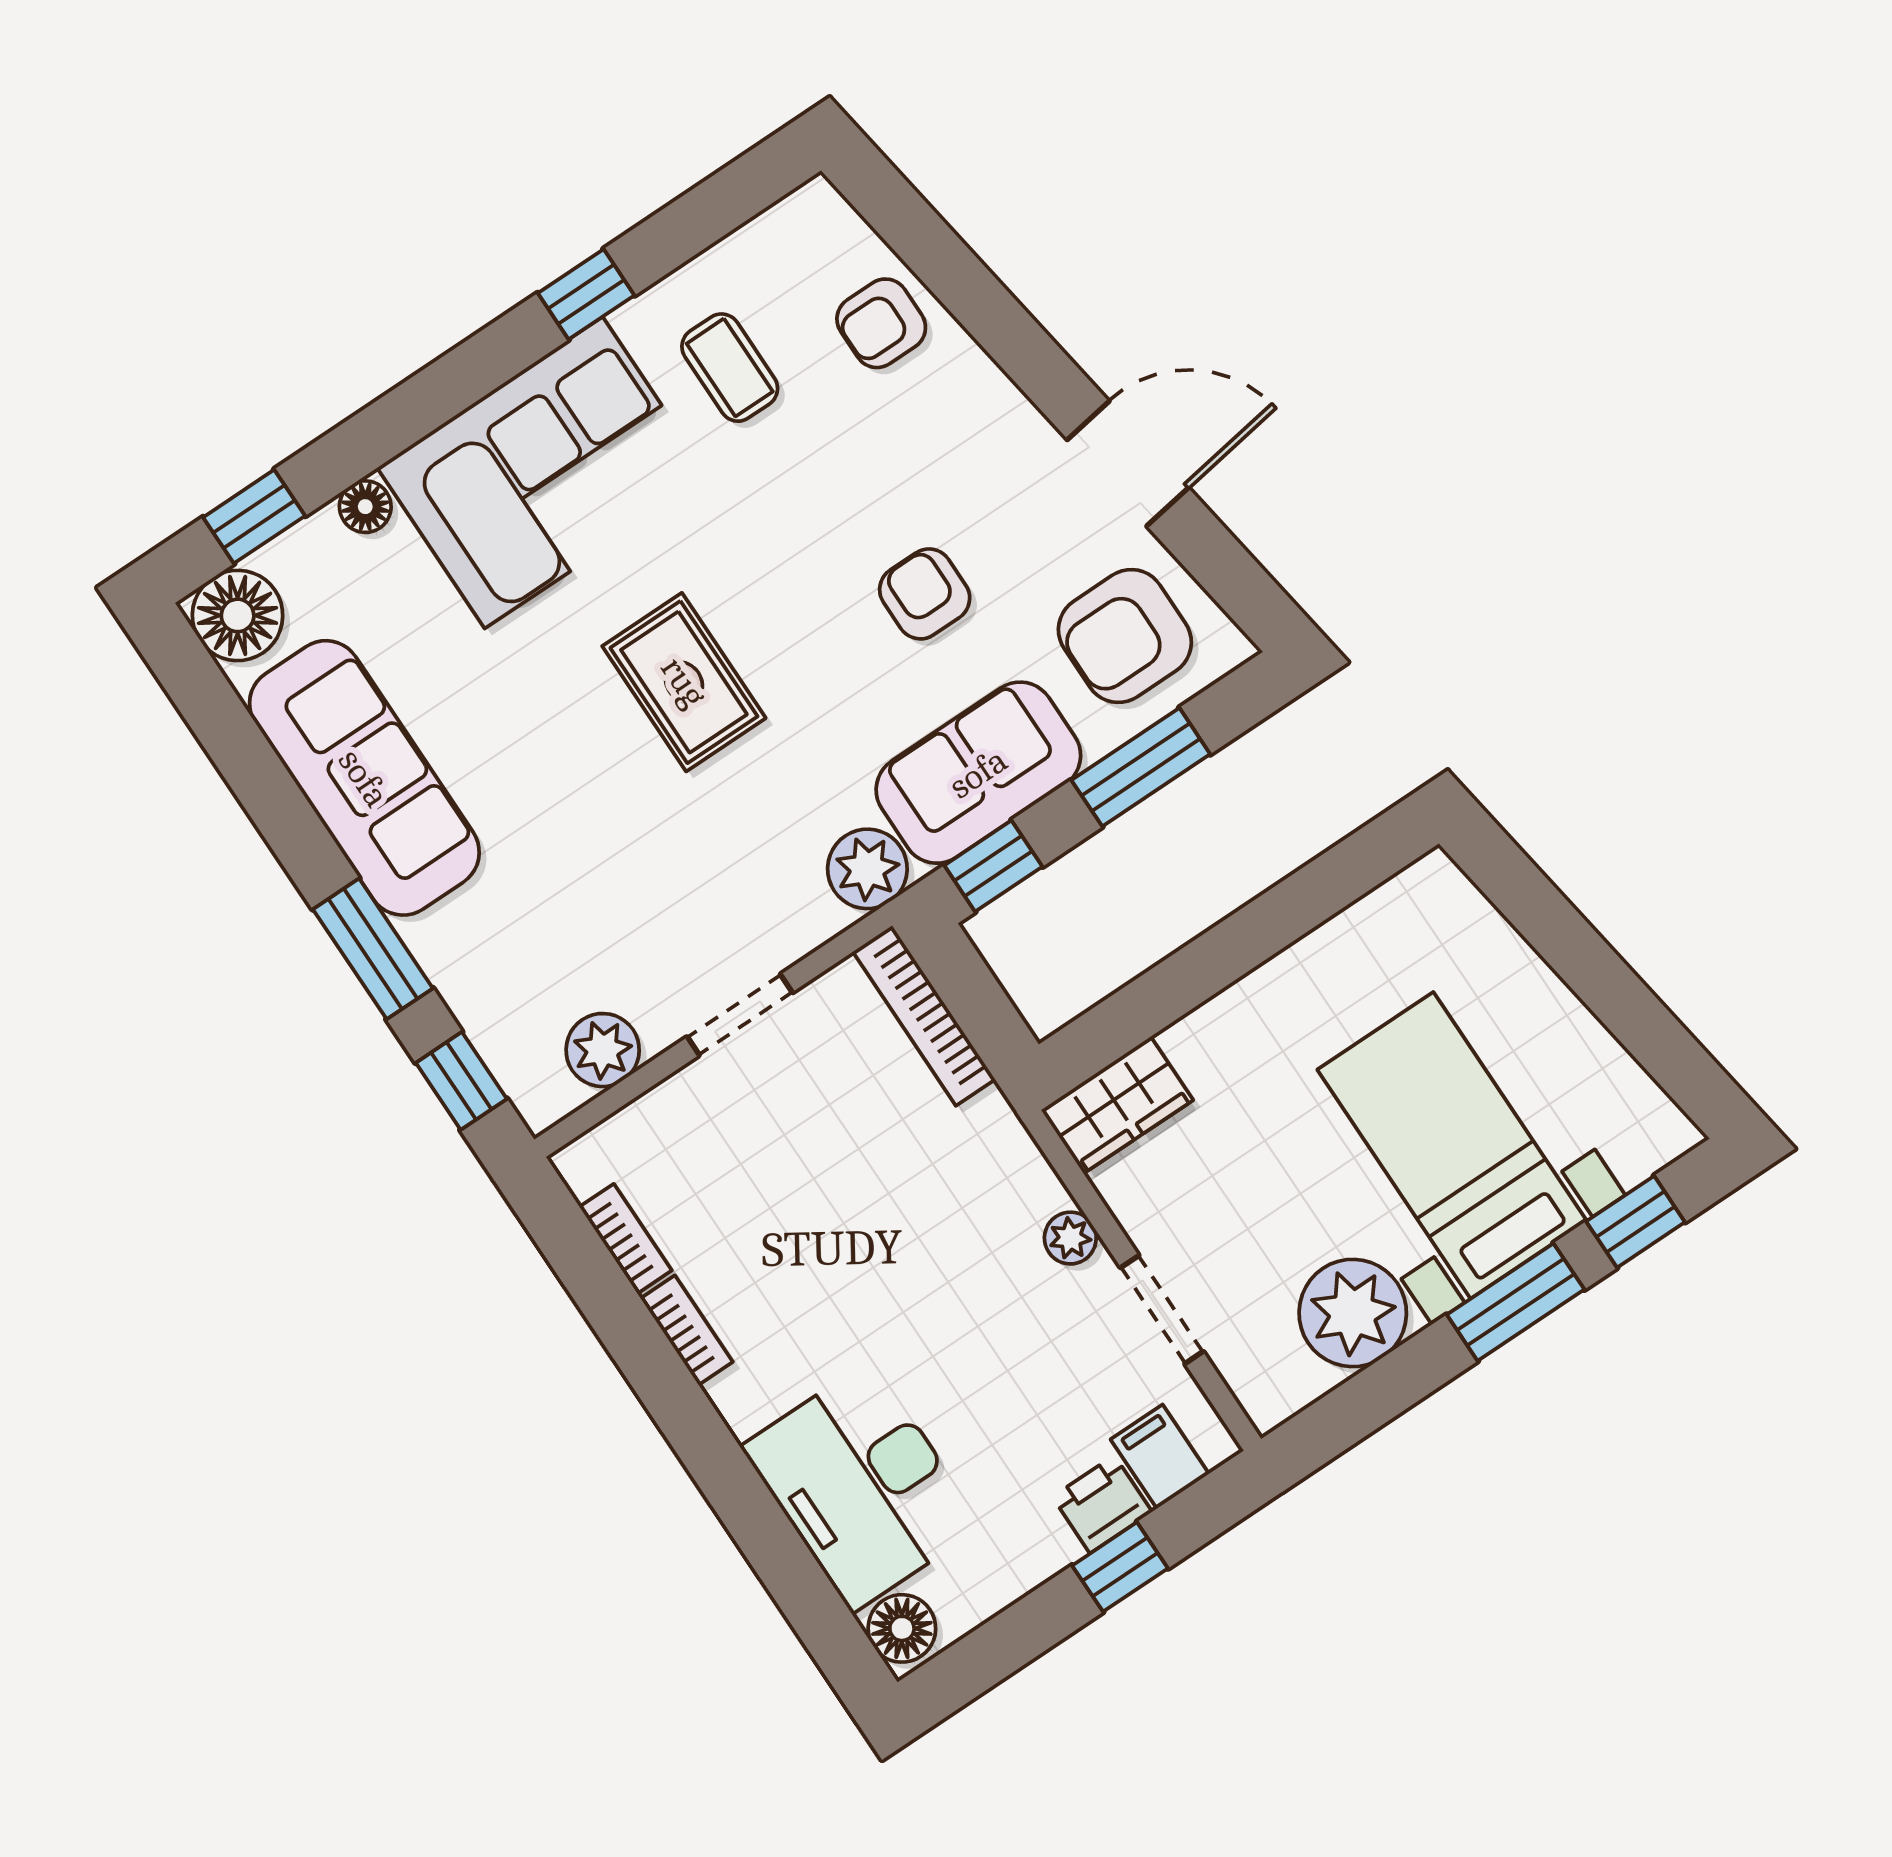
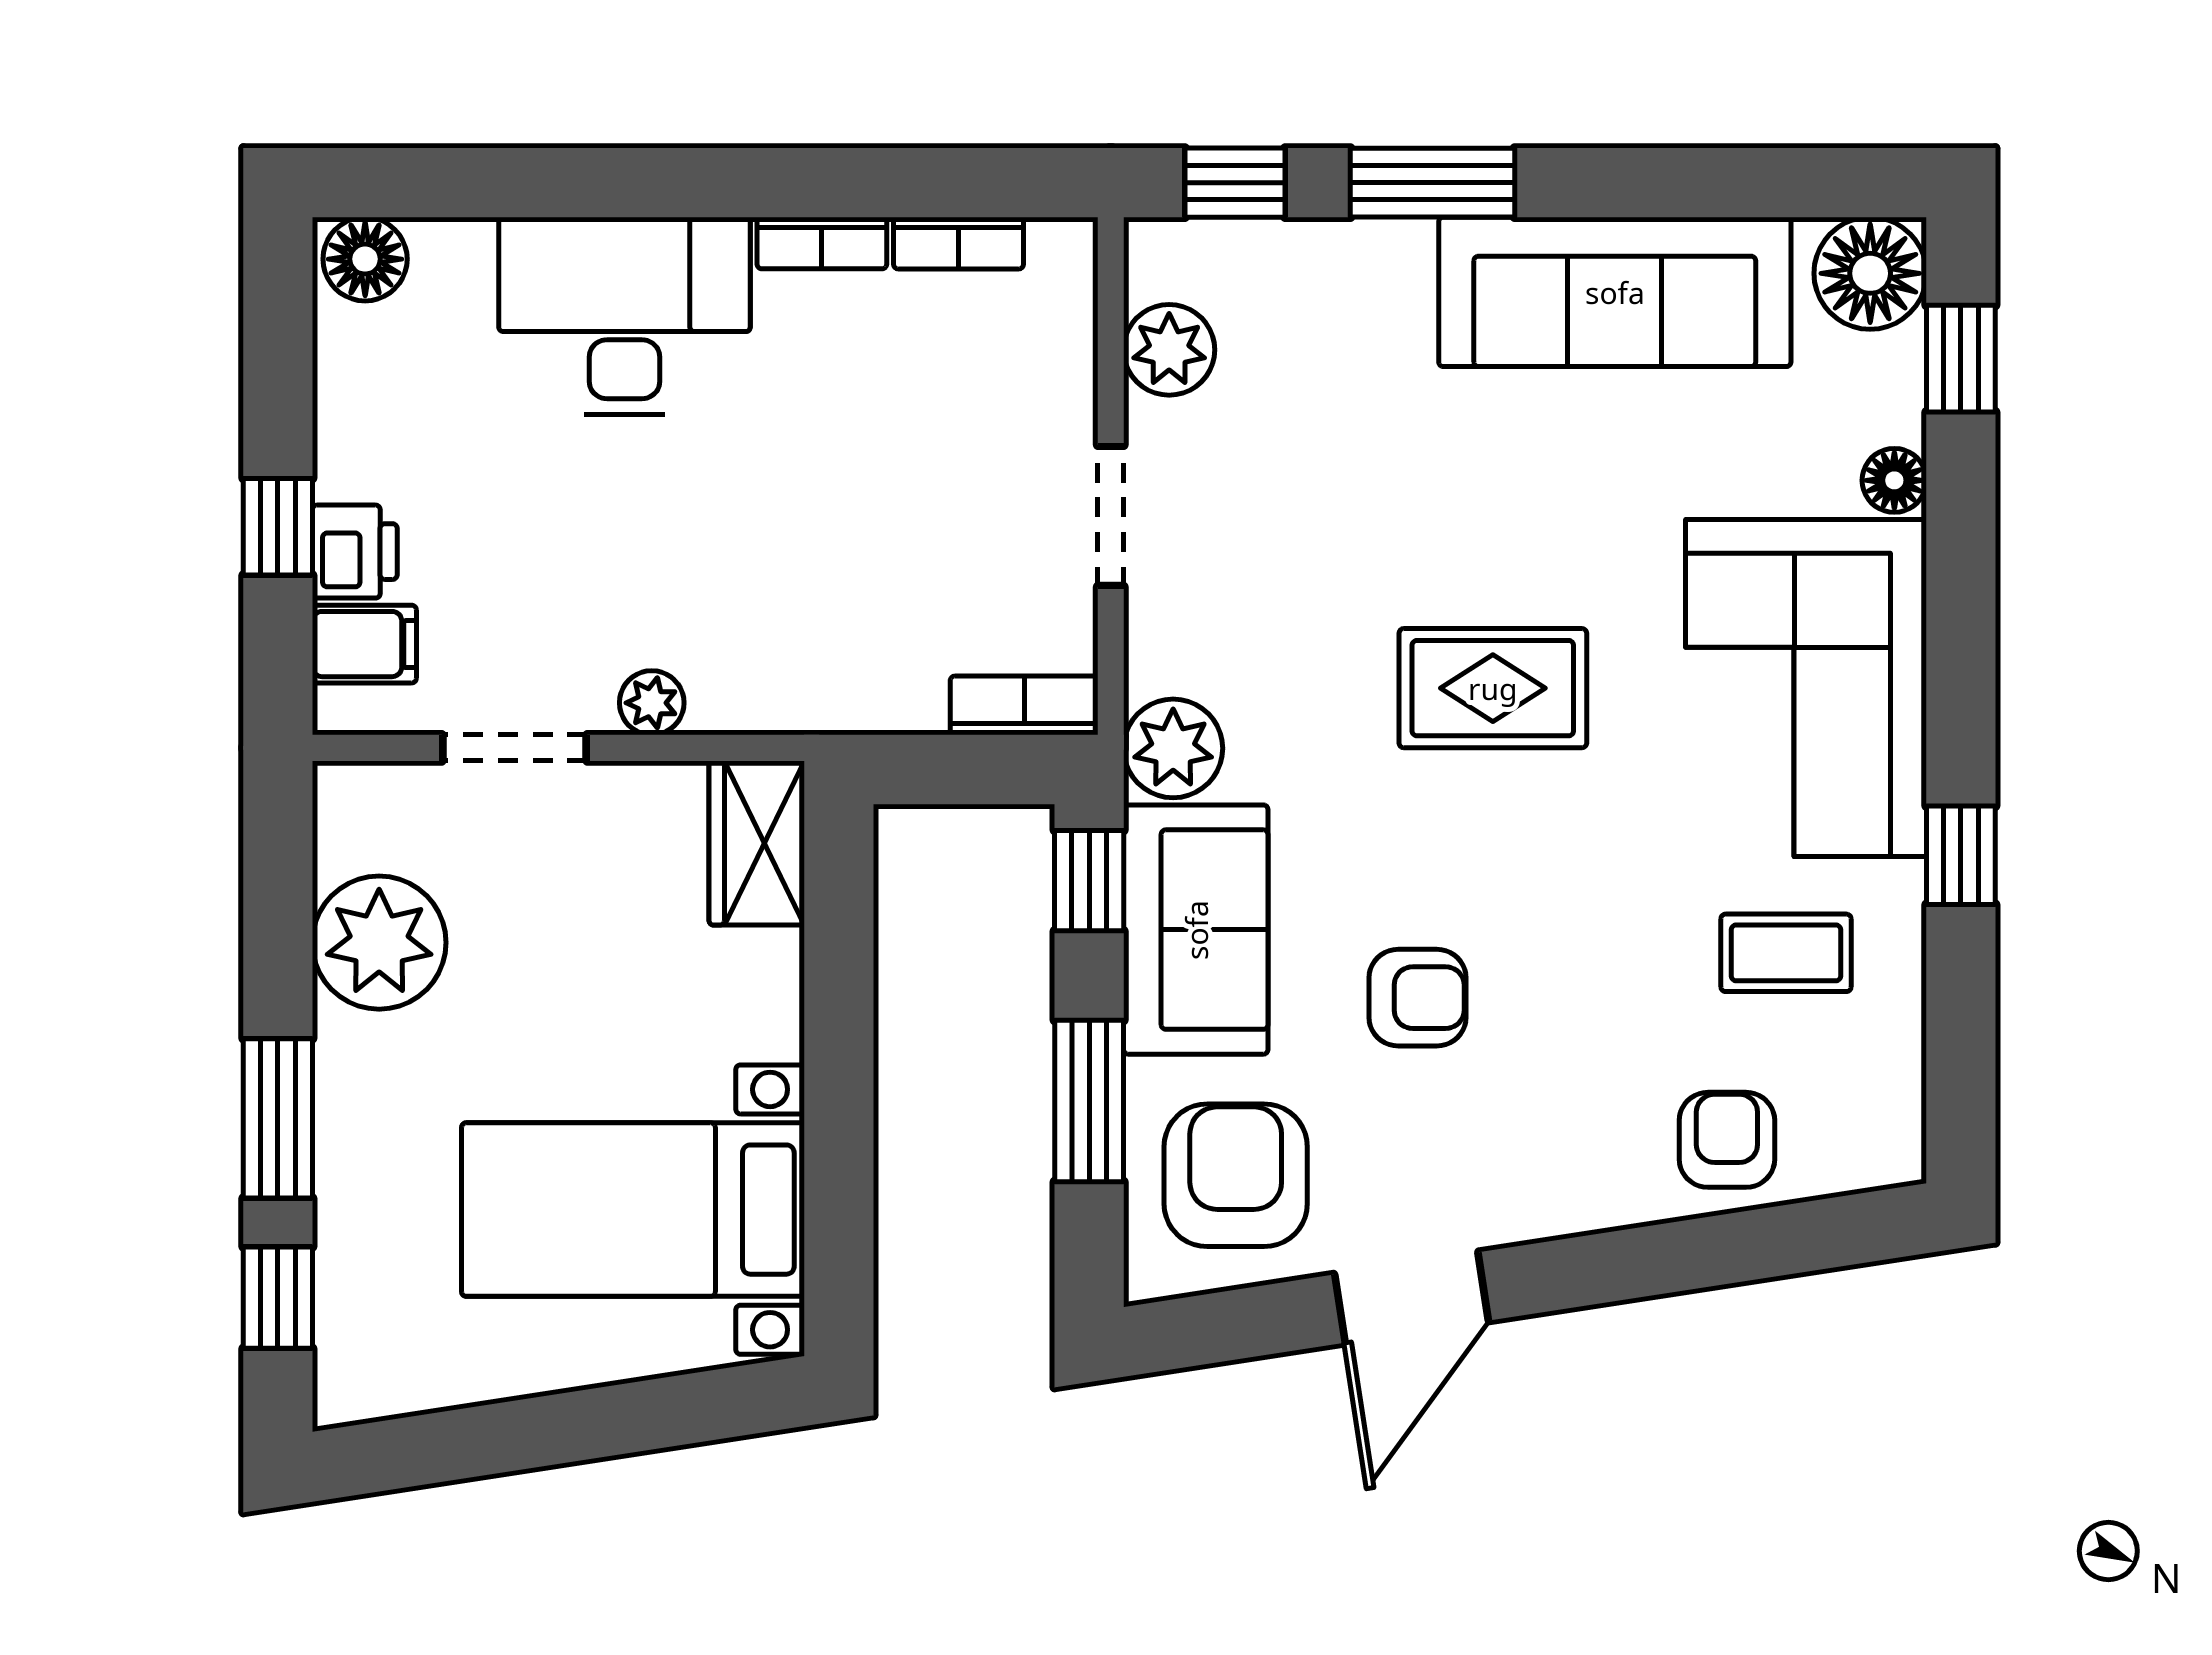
bookcase: (924, 1016) -> (1024, 705), width x0.64
bed with nightstands: (1452, 1145) -> (633, 1210), moved, turned 180
desk: (862, 1486) -> (624, 316), moved

